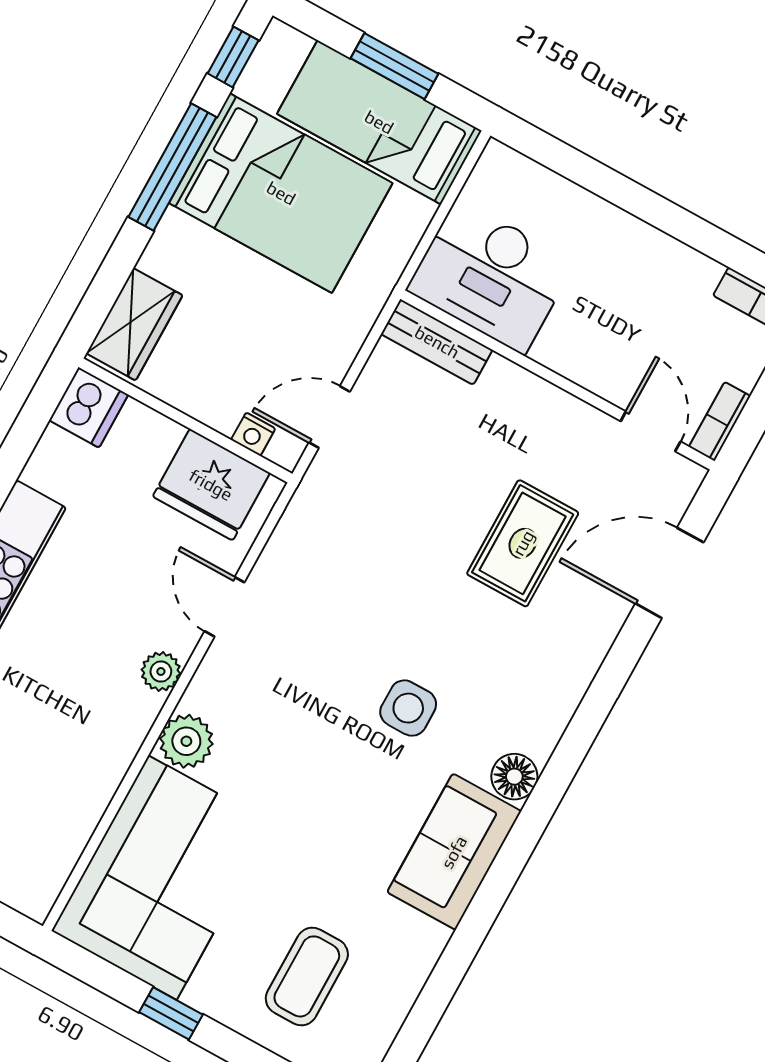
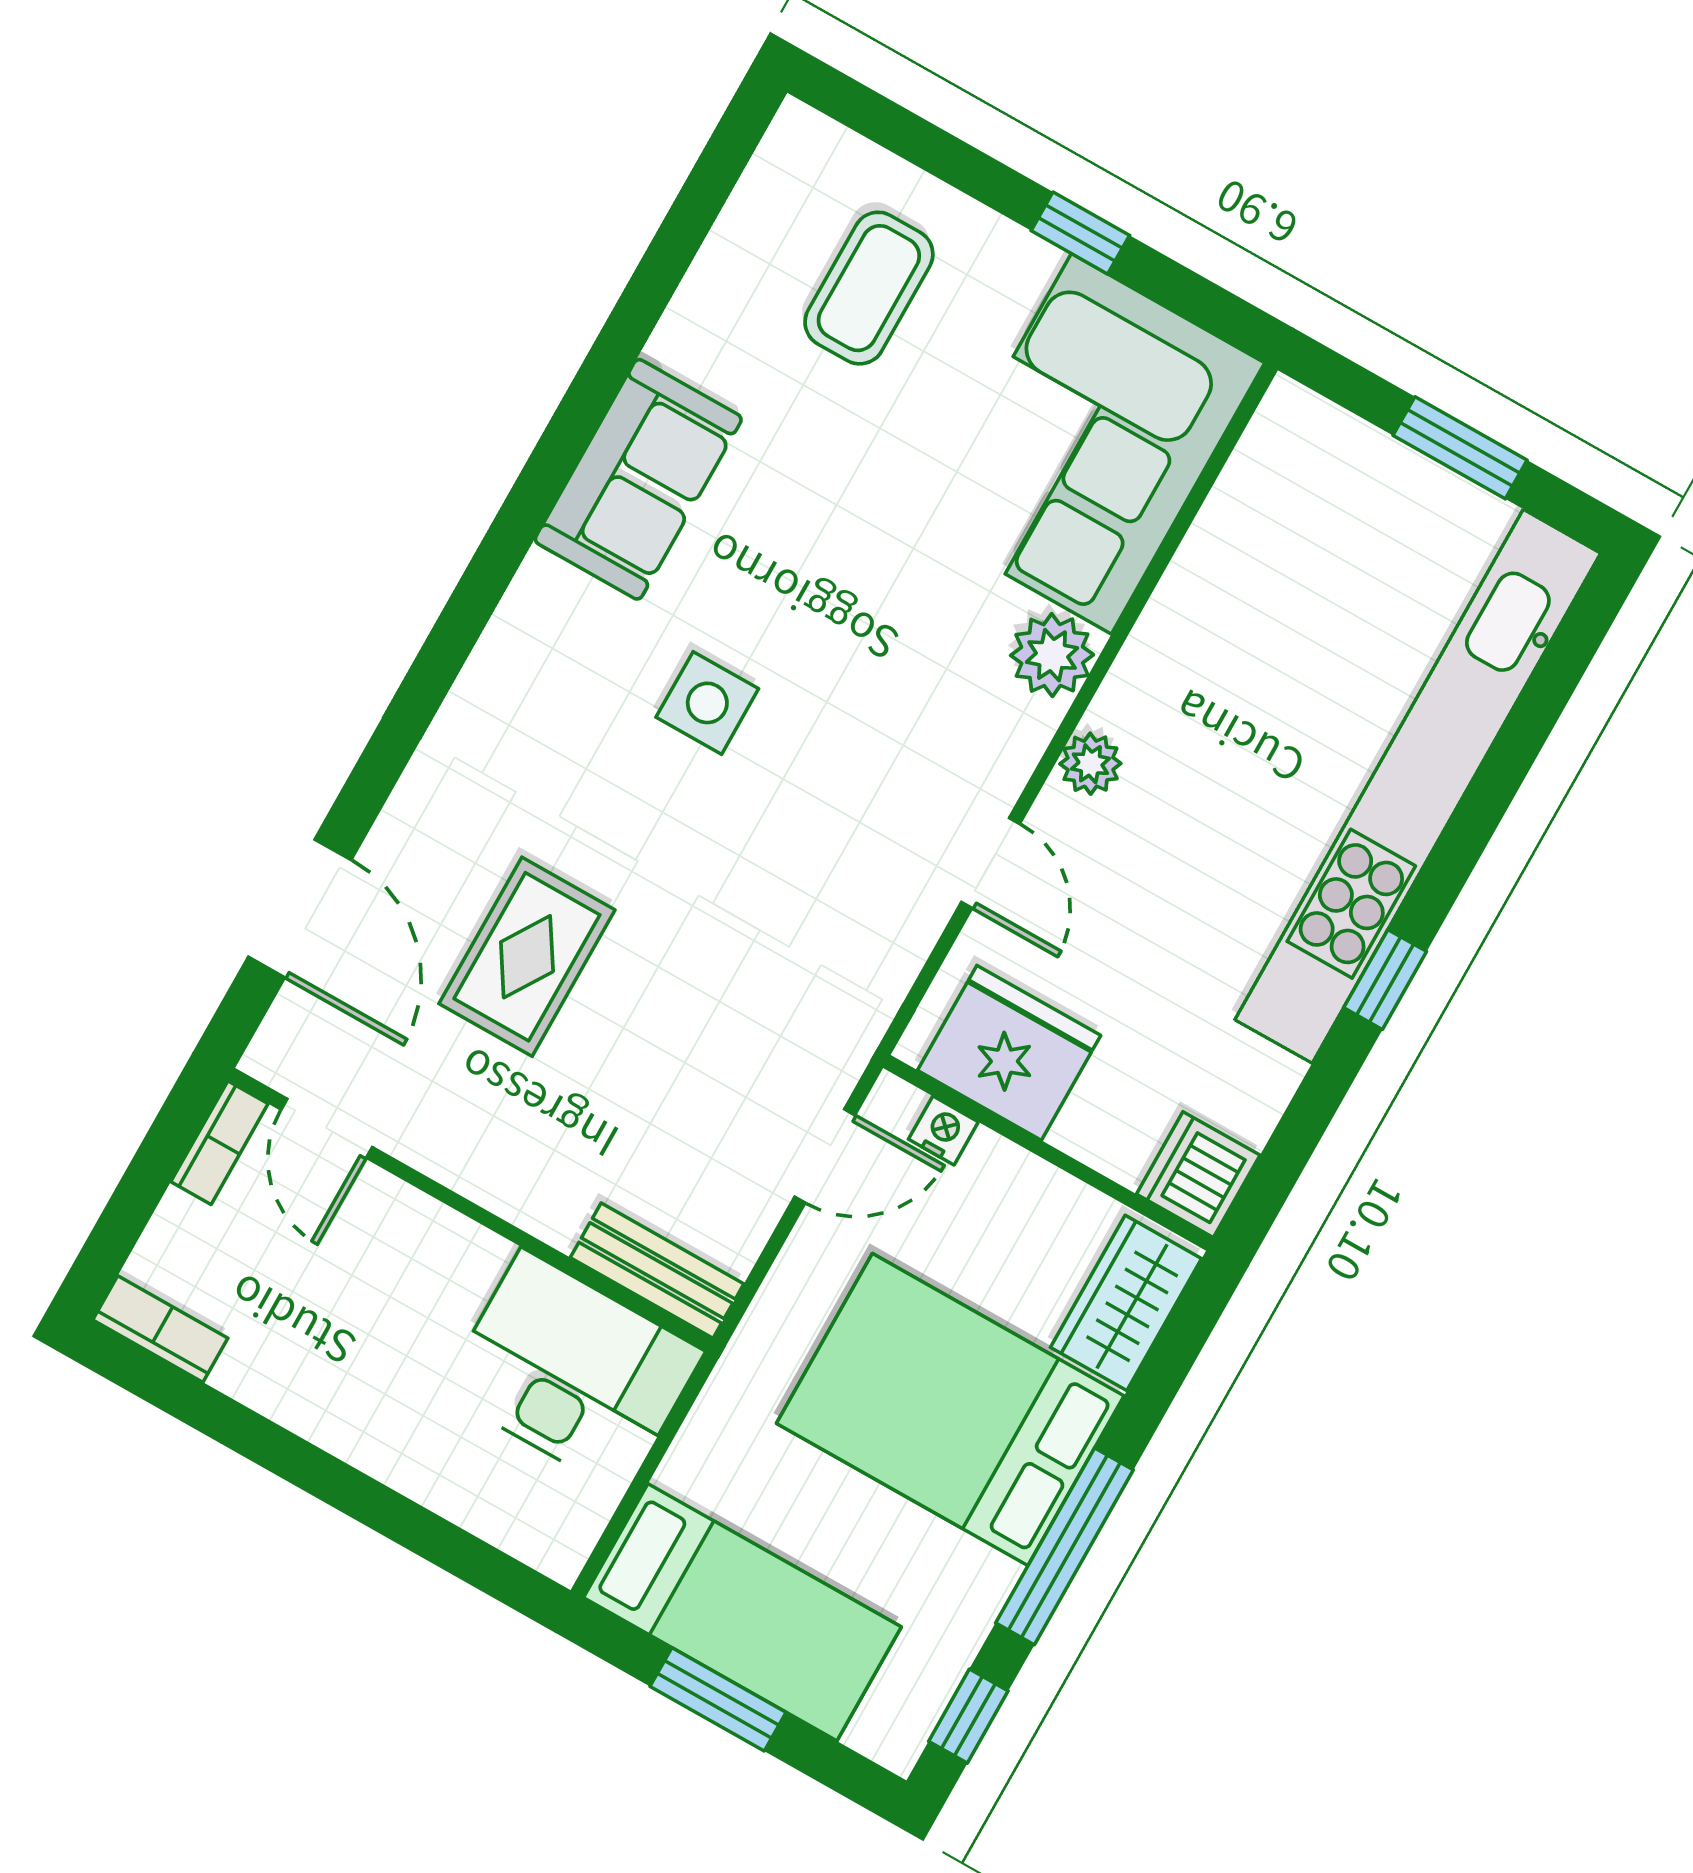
bed: (281, 193) -> (950, 1410), moved
door: (669, 573) -> (300, 908), hinge flipped
floor lamp: (514, 777) -> (544, 595), removed

